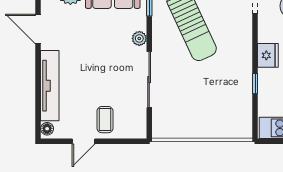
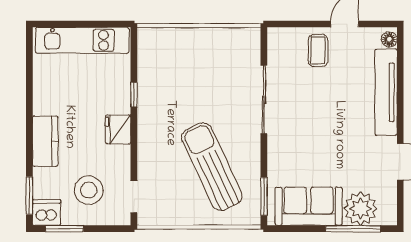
plant: (139, 38) -> (276, 150), removed

